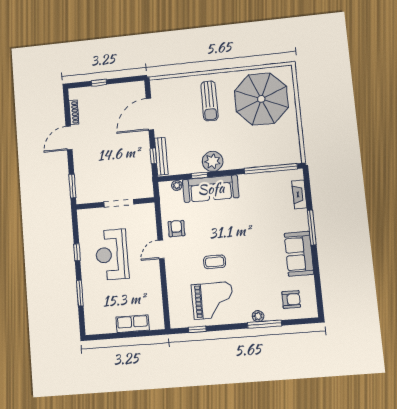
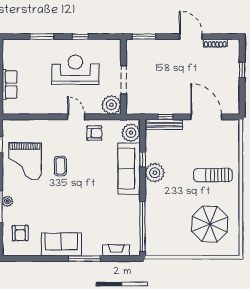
parasol: (261, 99) -> (210, 224), width x0.73, depth x0.73
plant: (177, 185) -> (131, 133), width x1.88, depth x1.88
plant: (145, 213) -> (111, 105), added

